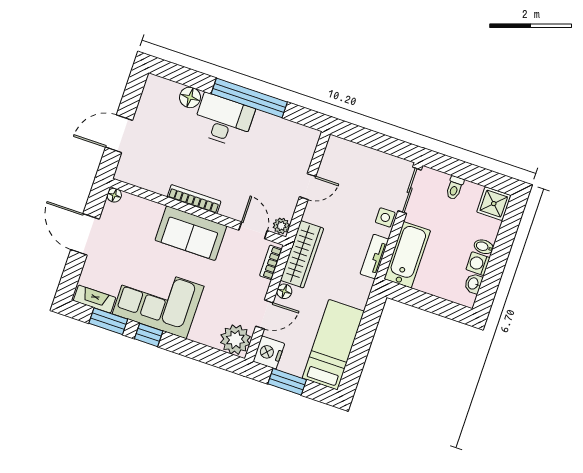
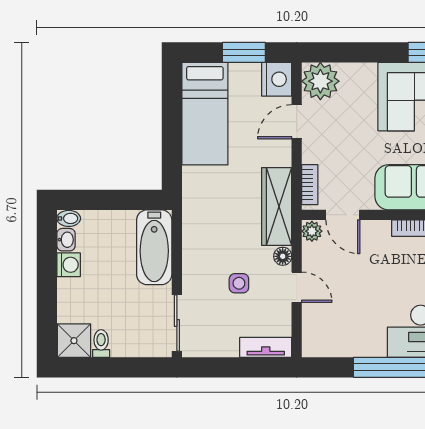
door: (308, 187) -> (297, 287), swing flipped
toilet: (455, 188) -> (101, 343), moved
side table: (385, 217) -> (239, 283), moved
bidet: (484, 247) -> (69, 218), moved
tv unit: (374, 257) -> (266, 347), moved, turned -90
floor lamp: (284, 291) -> (283, 256), moved

